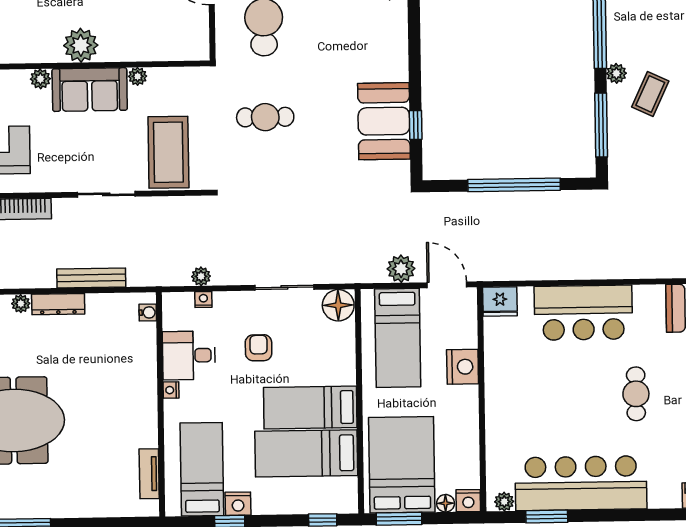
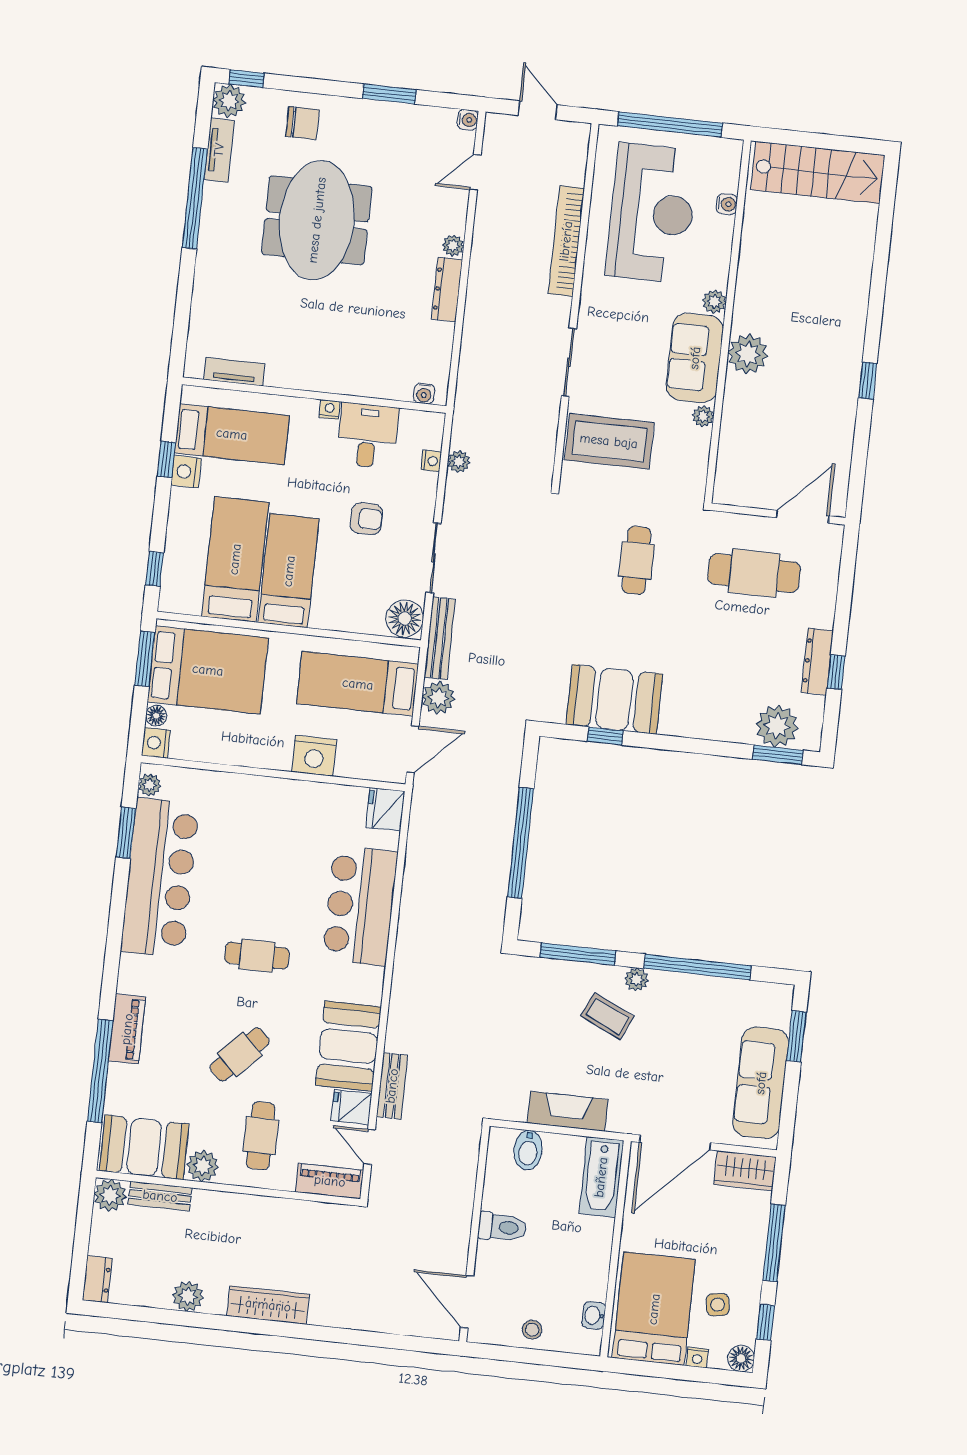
bench: (91, 278) -> (440, 638), moved

